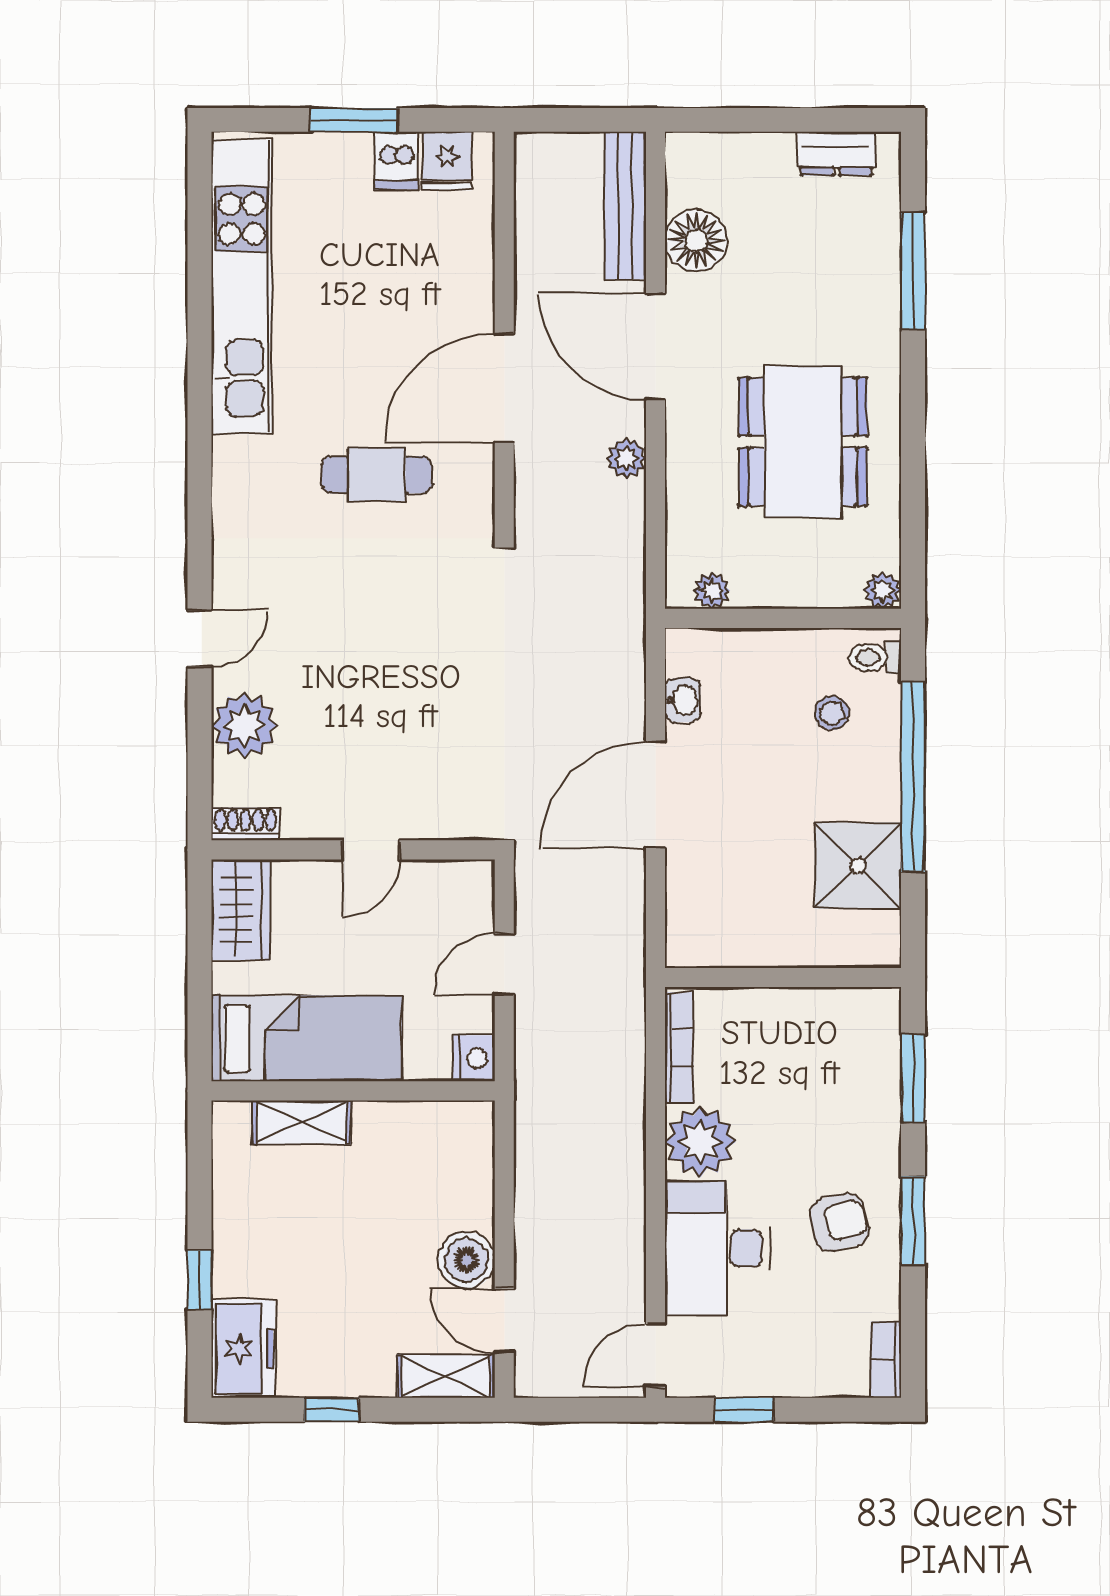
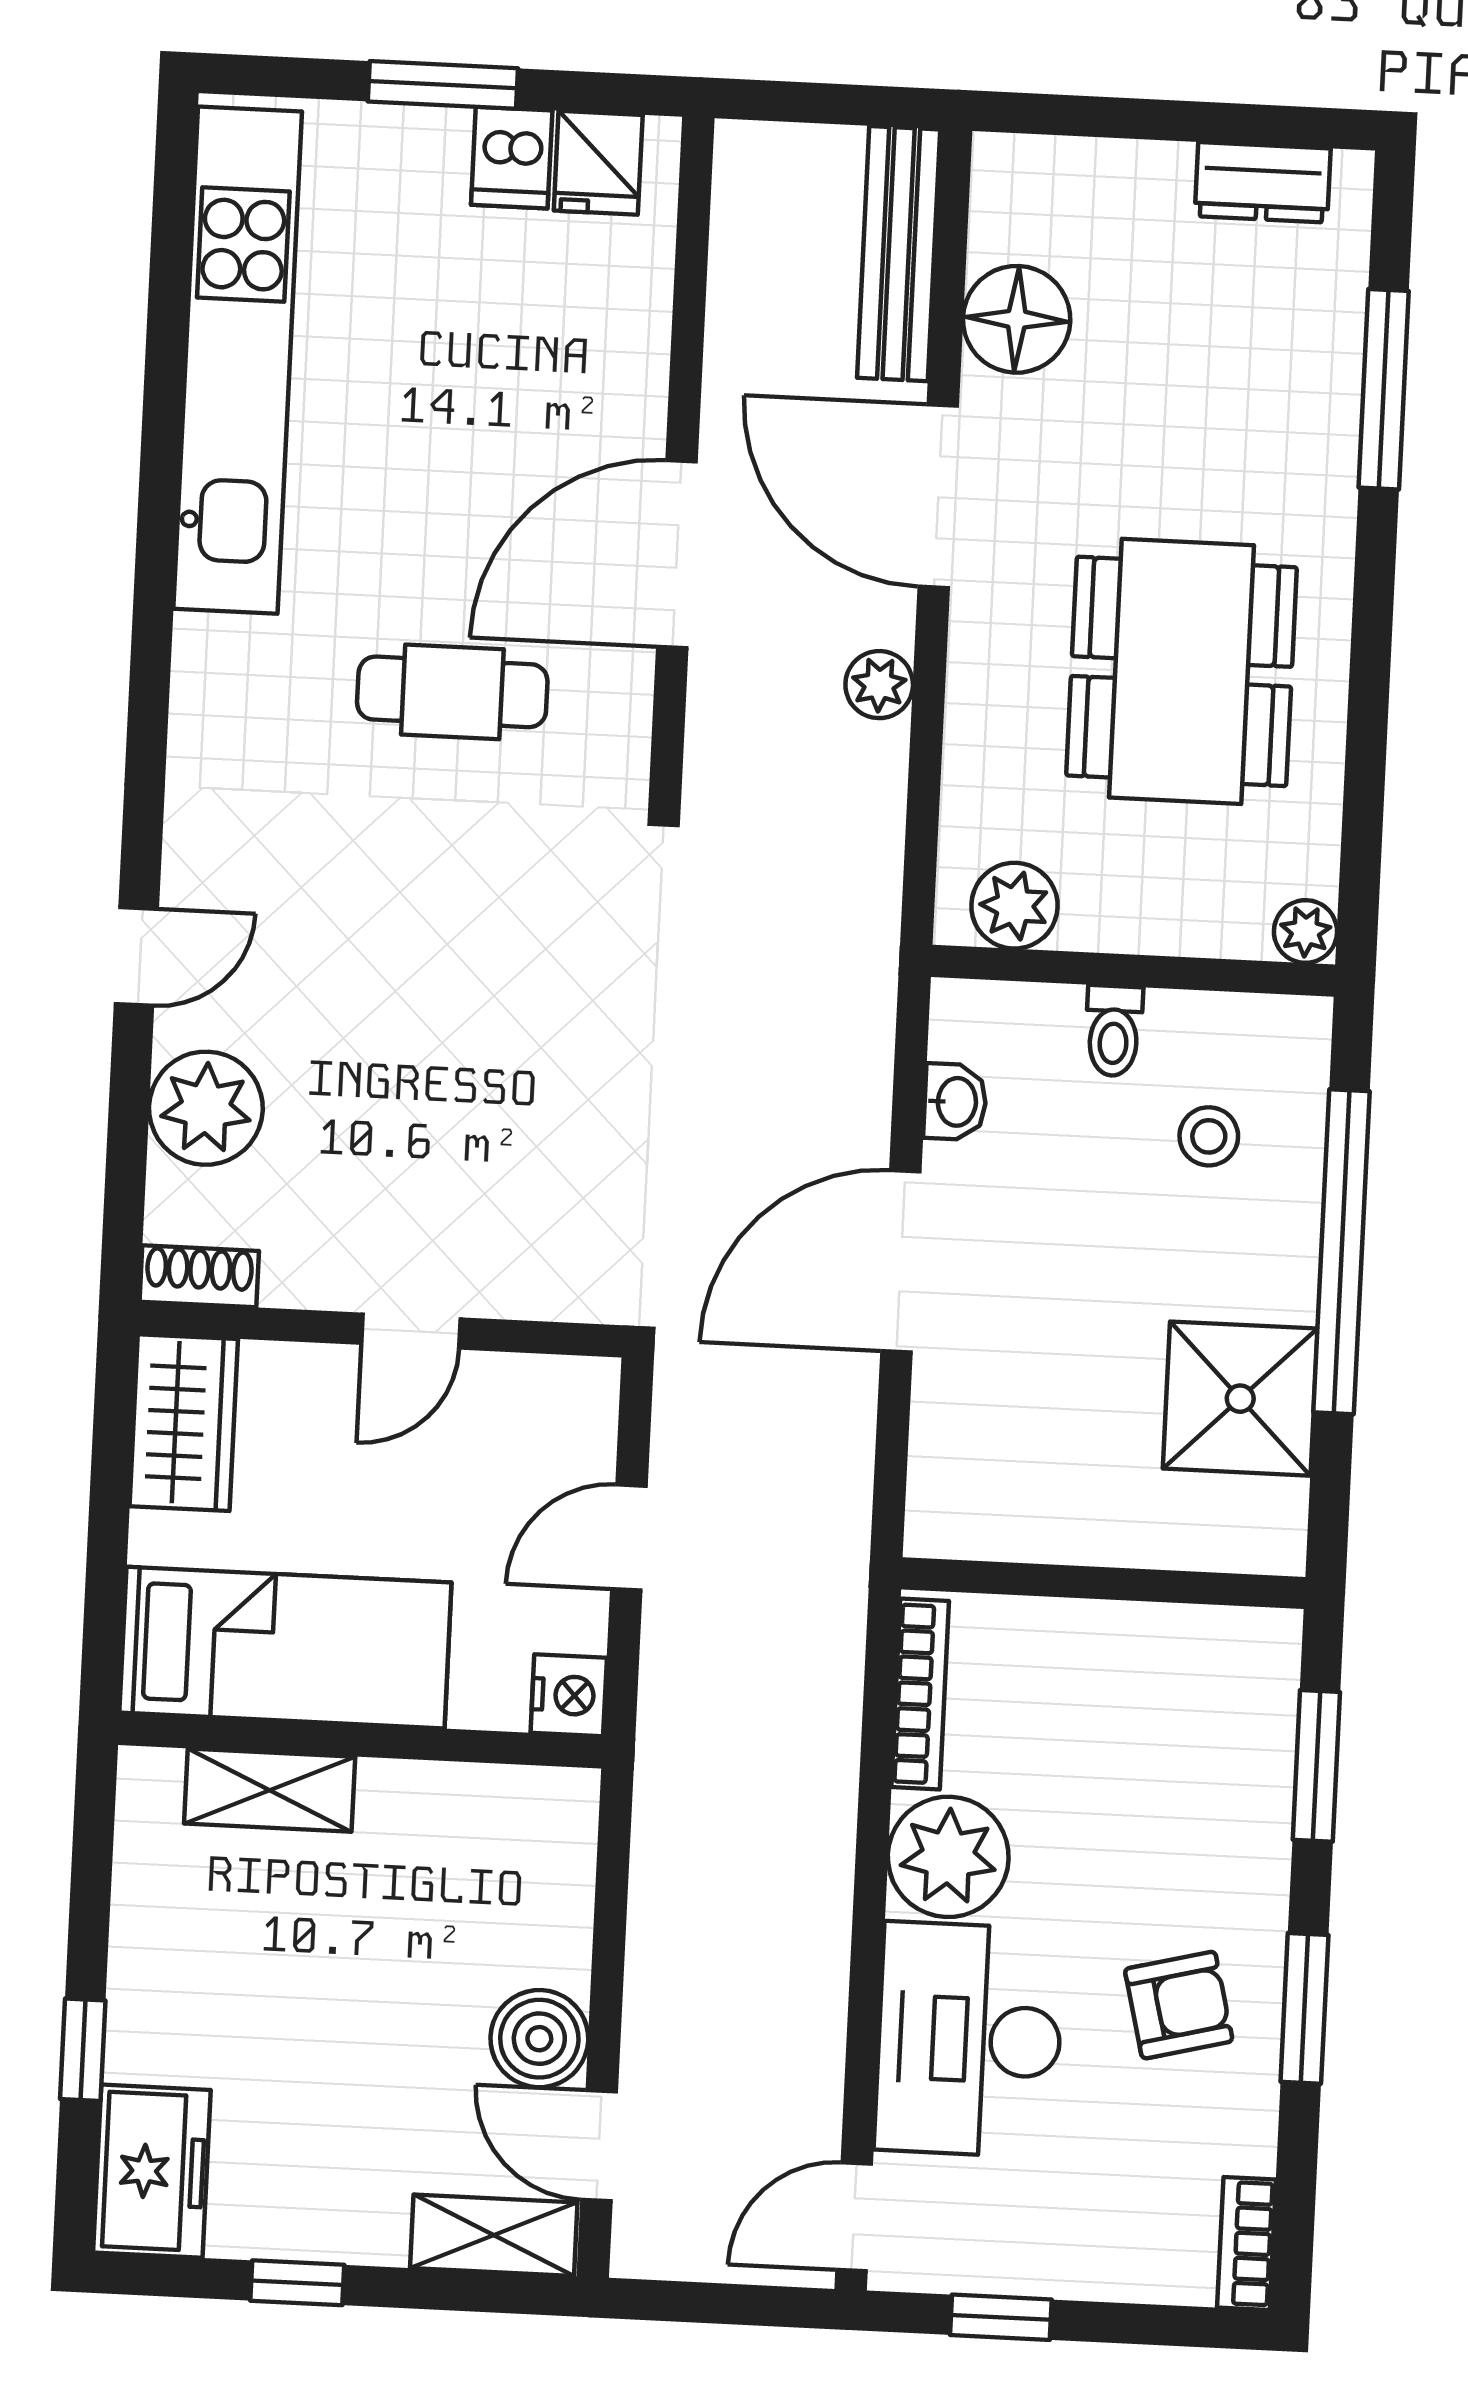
plant: (712, 591) -> (1014, 906), width x1.38, depth x1.38
toilet: (875, 657) -> (1114, 1031), moved, turned -90

